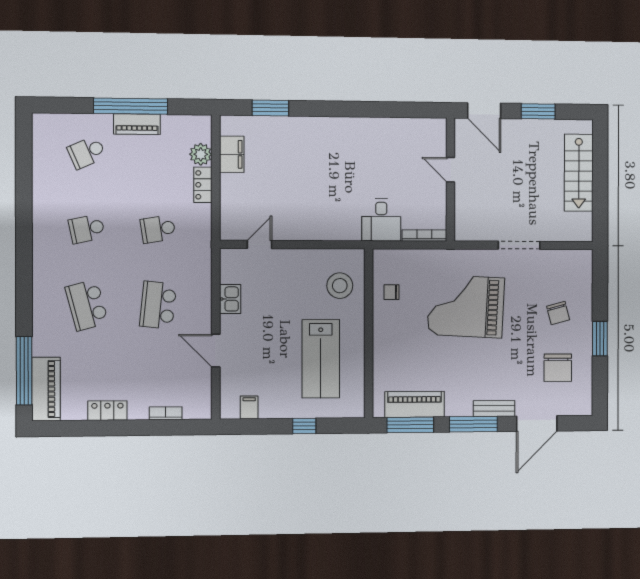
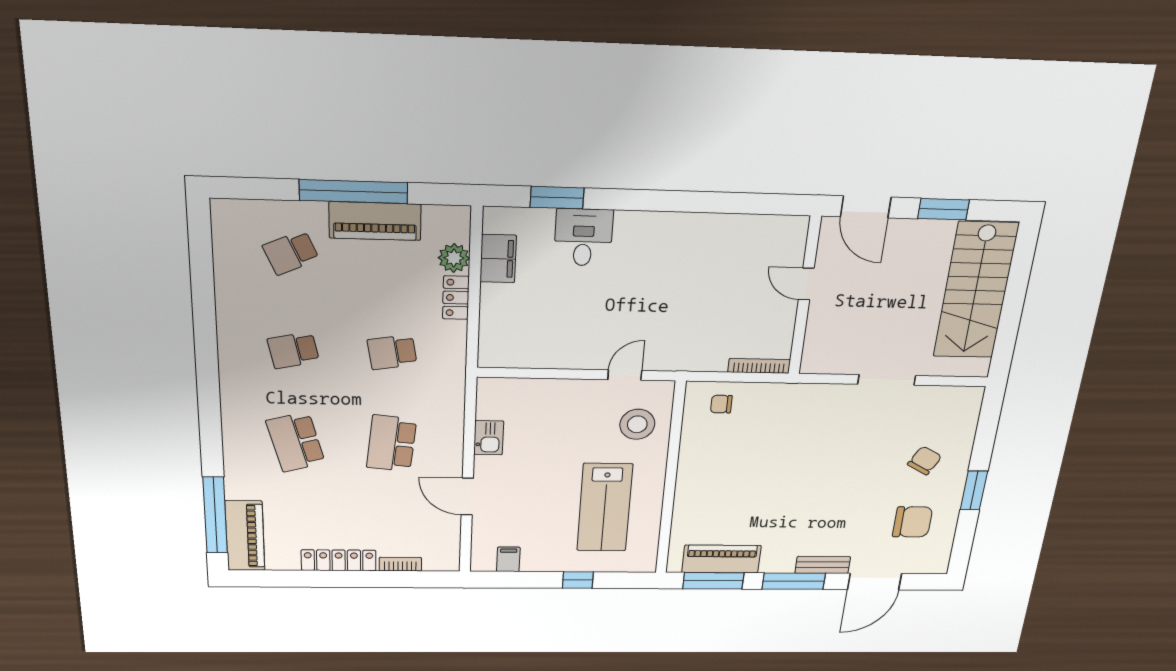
piano: (137, 124) -> (375, 221), width x1.37, depth x1.33
stairs: (579, 173) -> (976, 291), width x1.36, depth x1.51
desk: (381, 220) -> (583, 237), moved, turned 180
door: (259, 244) -> (625, 375), moved
chair: (391, 292) -> (721, 404), moved
grand piano: (466, 306) -> (804, 451), removed
chair: (558, 313) -> (925, 460), turned -136
chair: (558, 368) -> (913, 522), turned -90
locker: (107, 411) -> (339, 560), width x1.53

